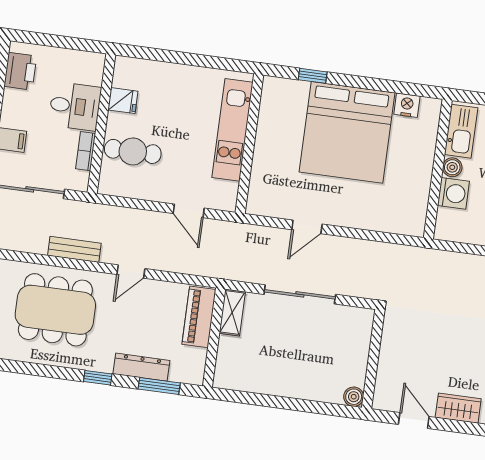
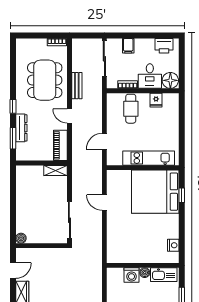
floor lamp: (89, 68) -> (170, 80), added
bed: (347, 132) -> (155, 192), moved
sliding door: (300, 294) -> (69, 220), moved
piano: (199, 317) -> (60, 145), moved, turned -90

